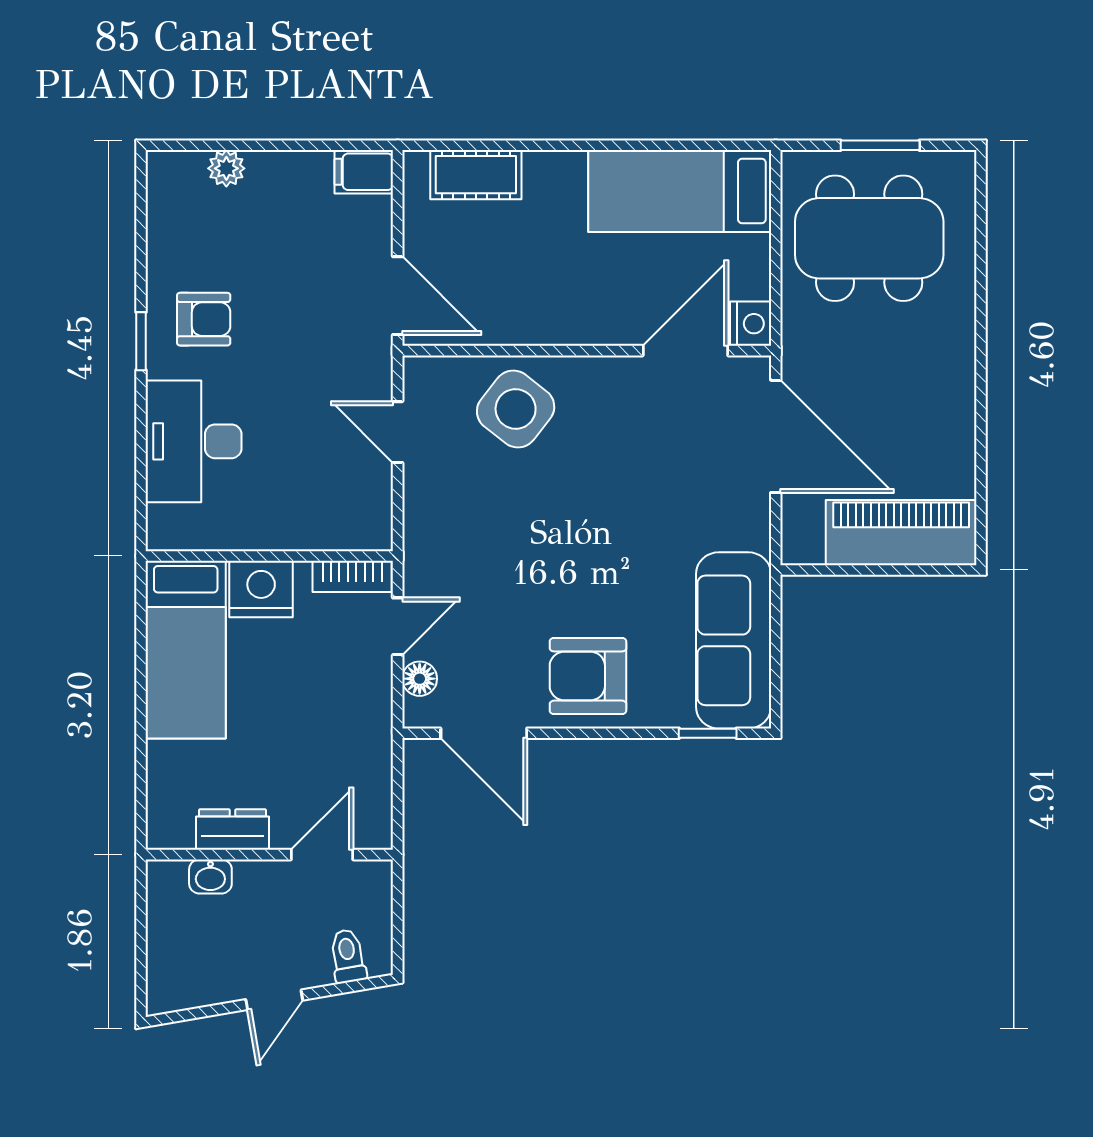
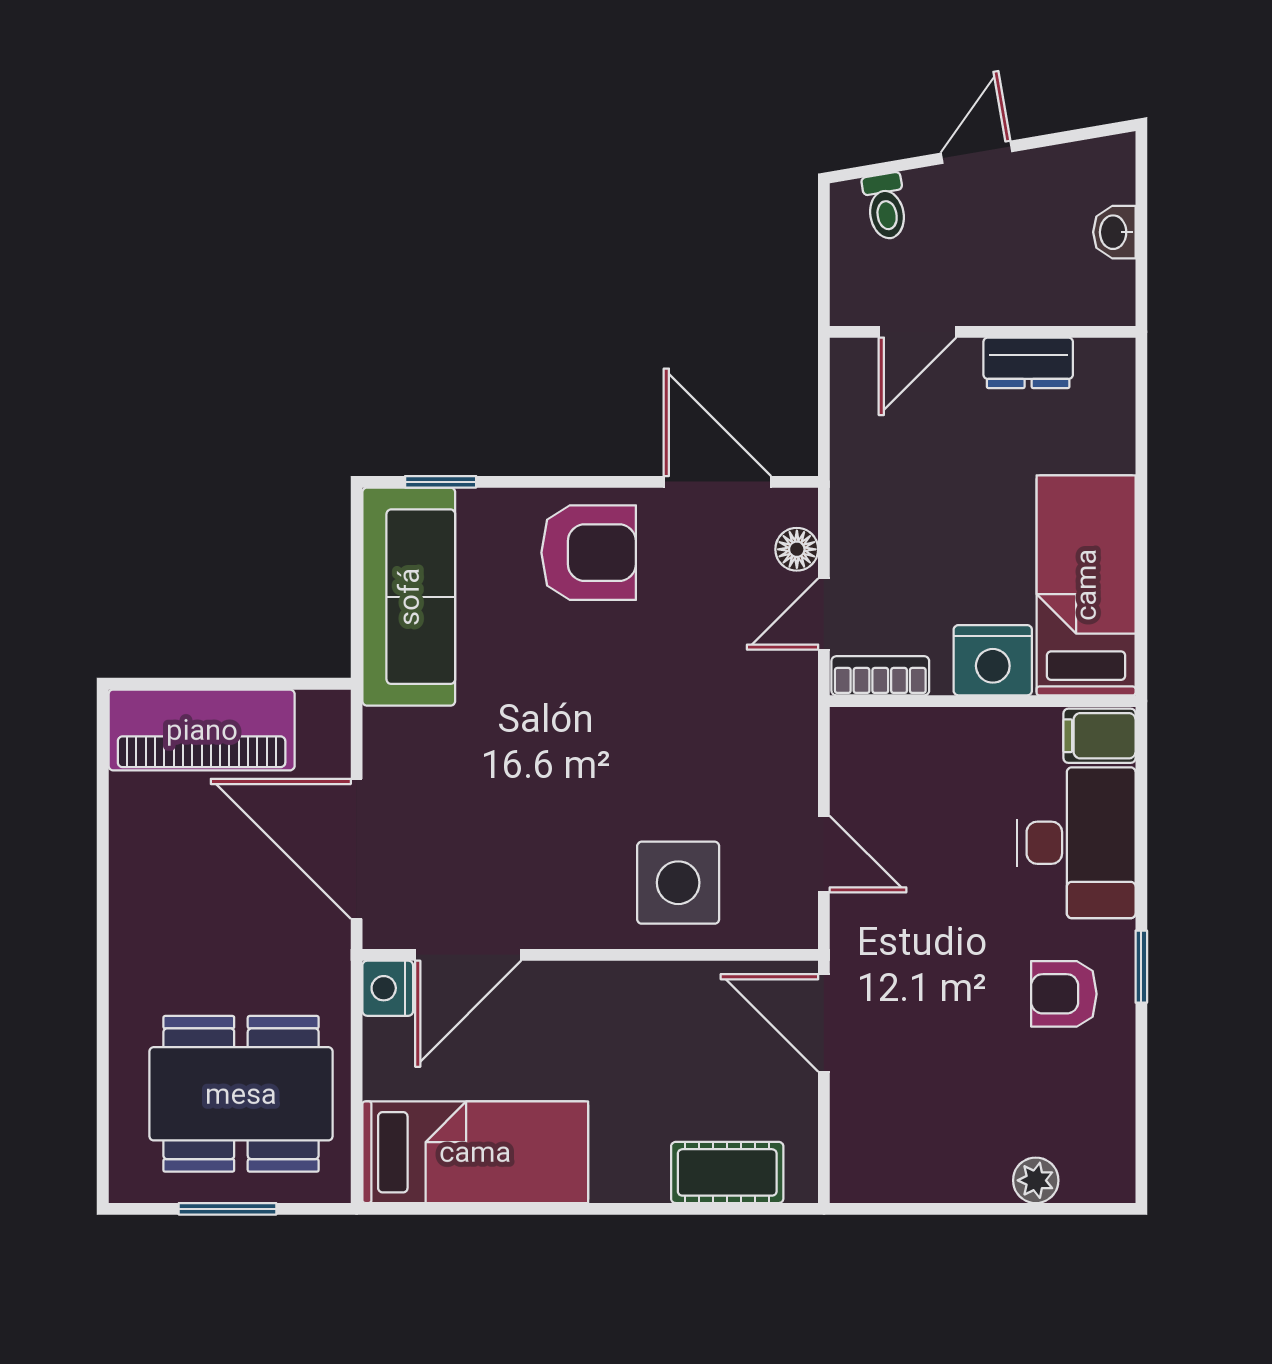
filing cabinet: (364, 172) -> (1099, 736), moved, turned 180
side table: (516, 409) -> (678, 883), turned -38
washbasin: (210, 876) -> (1114, 232), moved, turned -90

